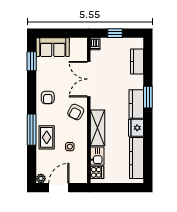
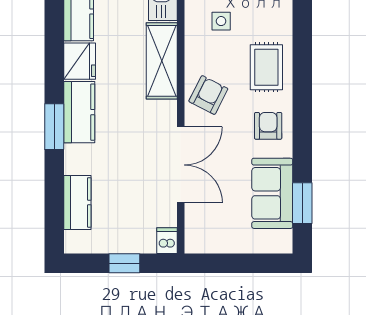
sofa: (53, 47) -> (272, 193), moved, turned -90
window: (32, 130) -> (302, 57), removed
rug: (47, 137) -> (266, 67), moved

